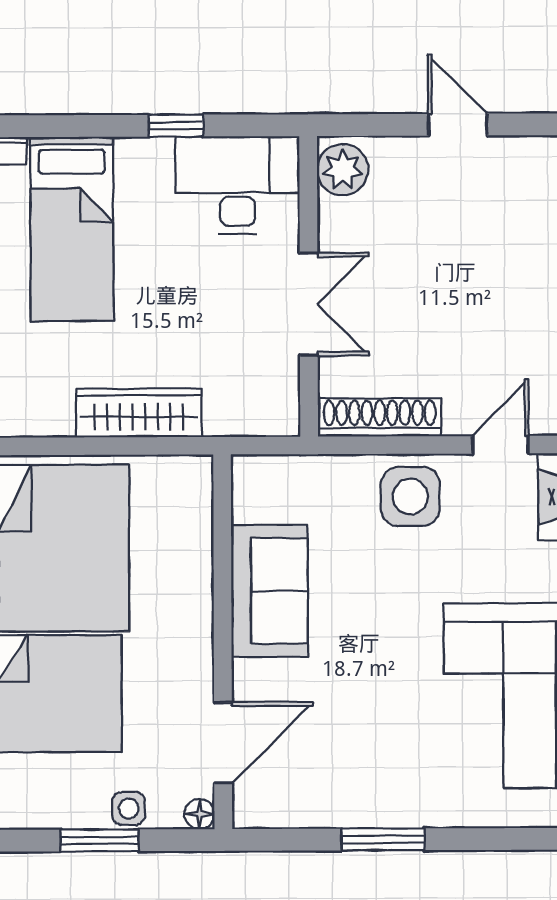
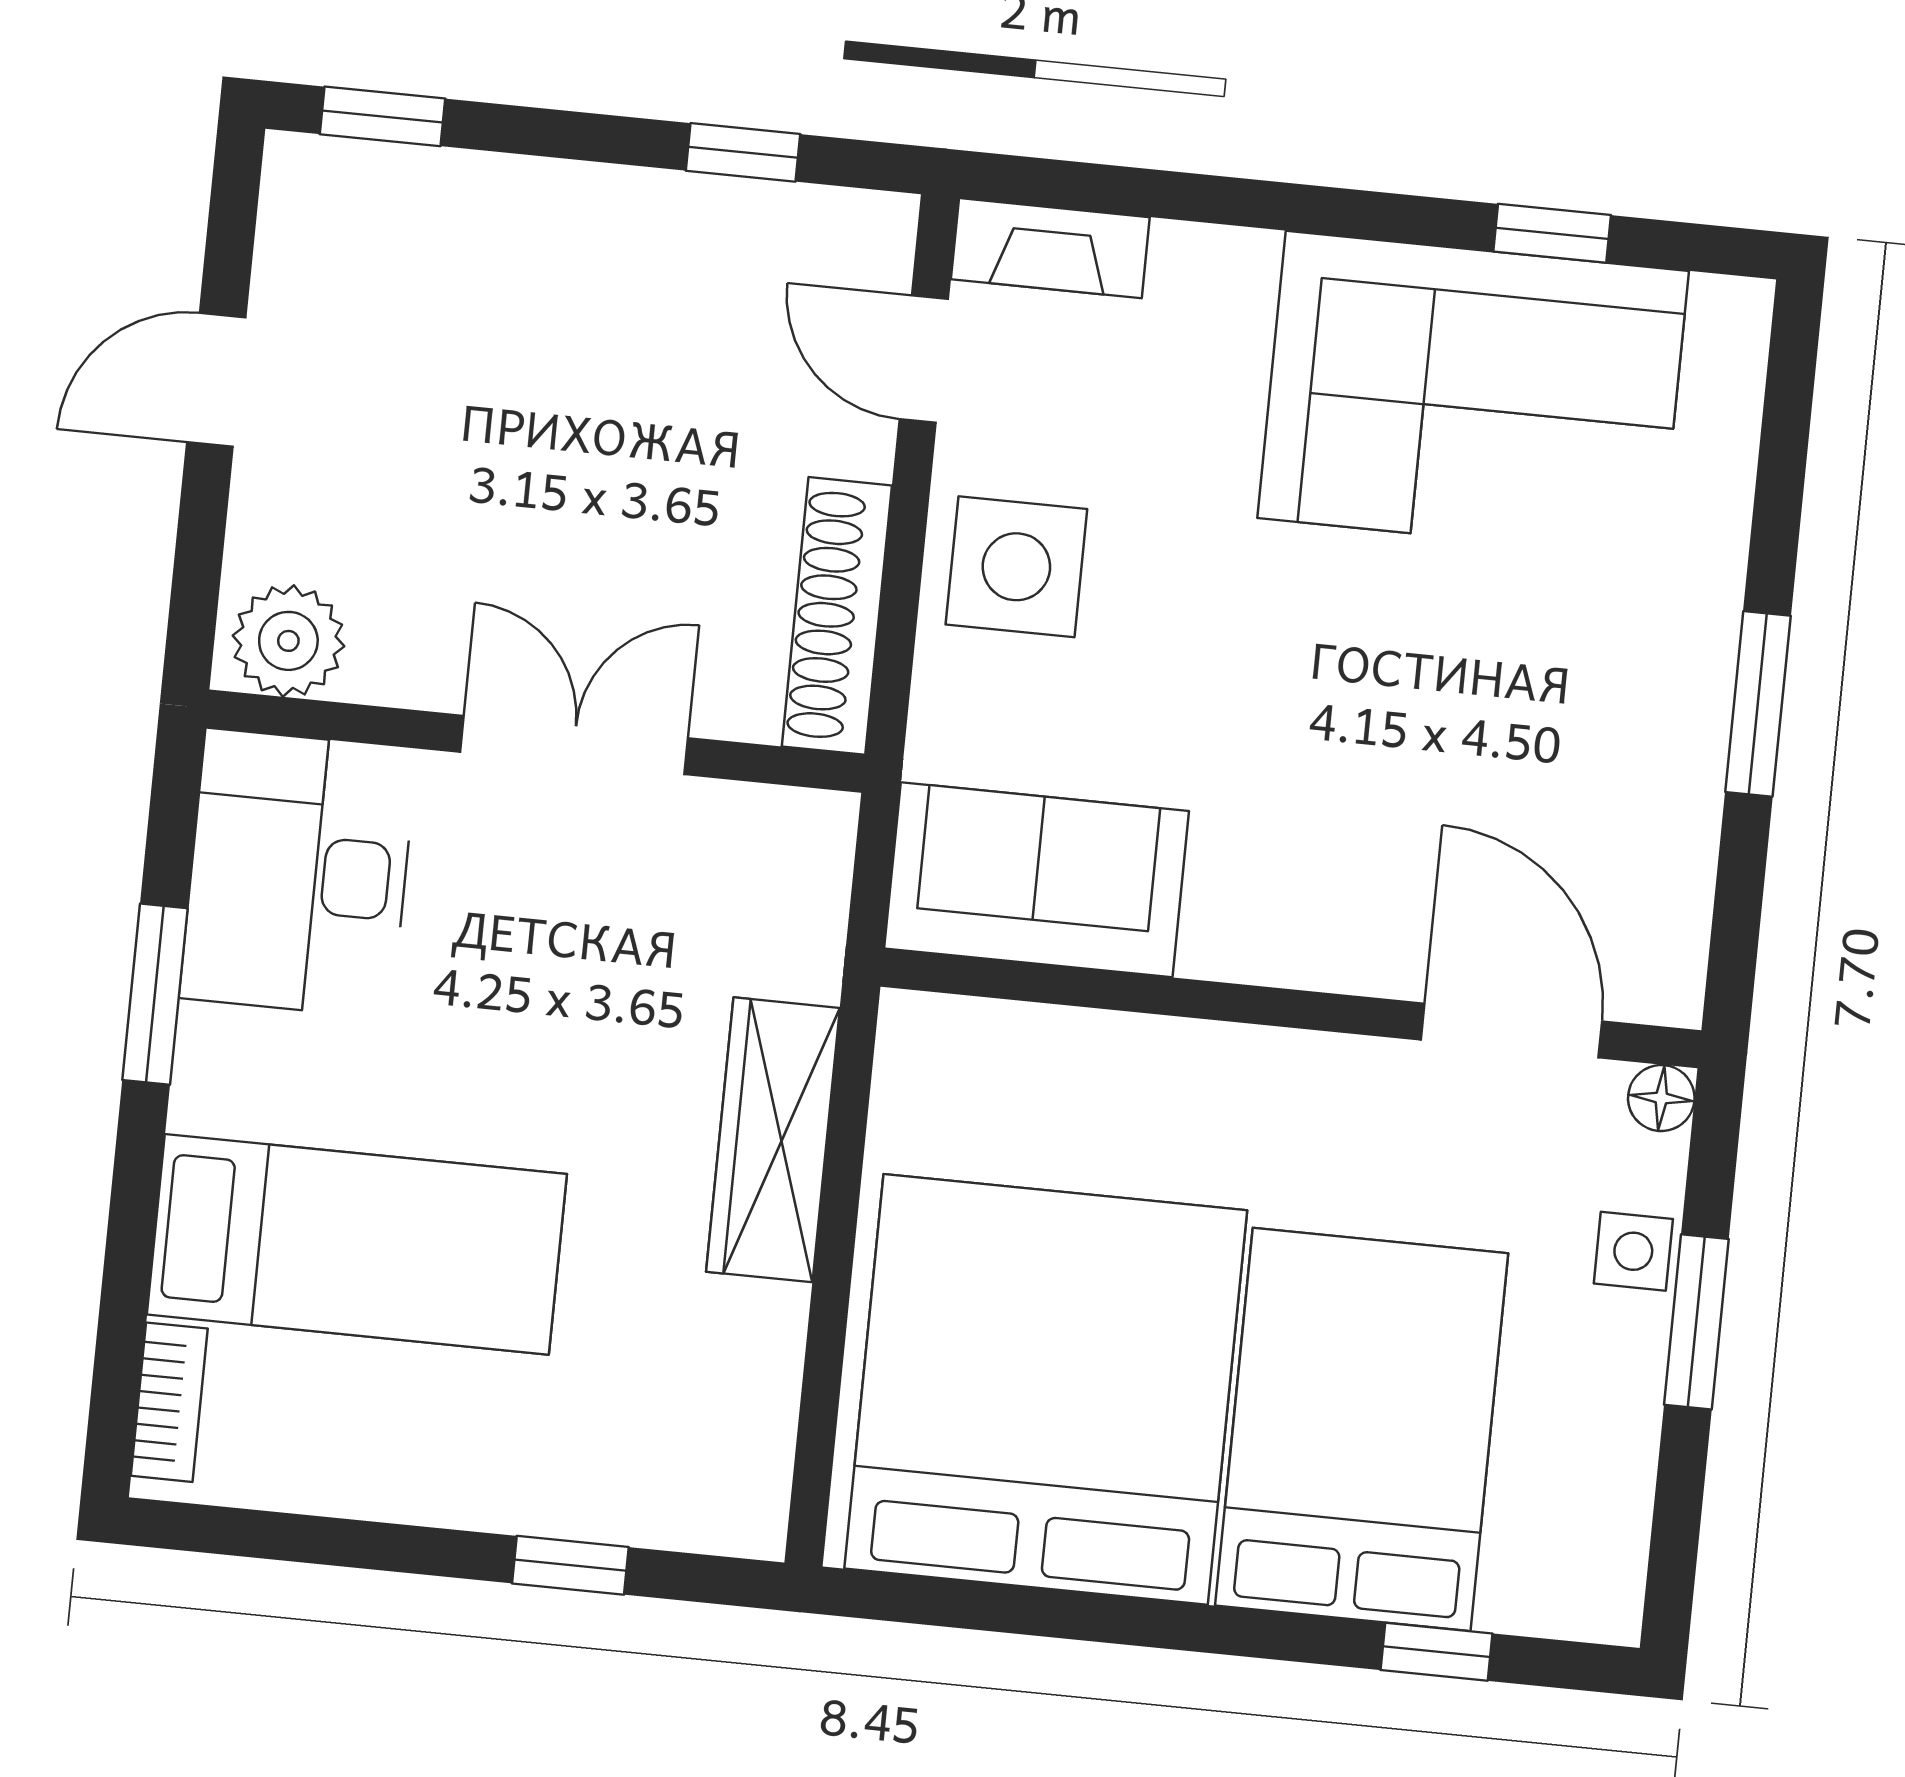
window: (176, 126) -> (155, 994), width x1.50
sofa: (269, 591) -> (1037, 880), moved

